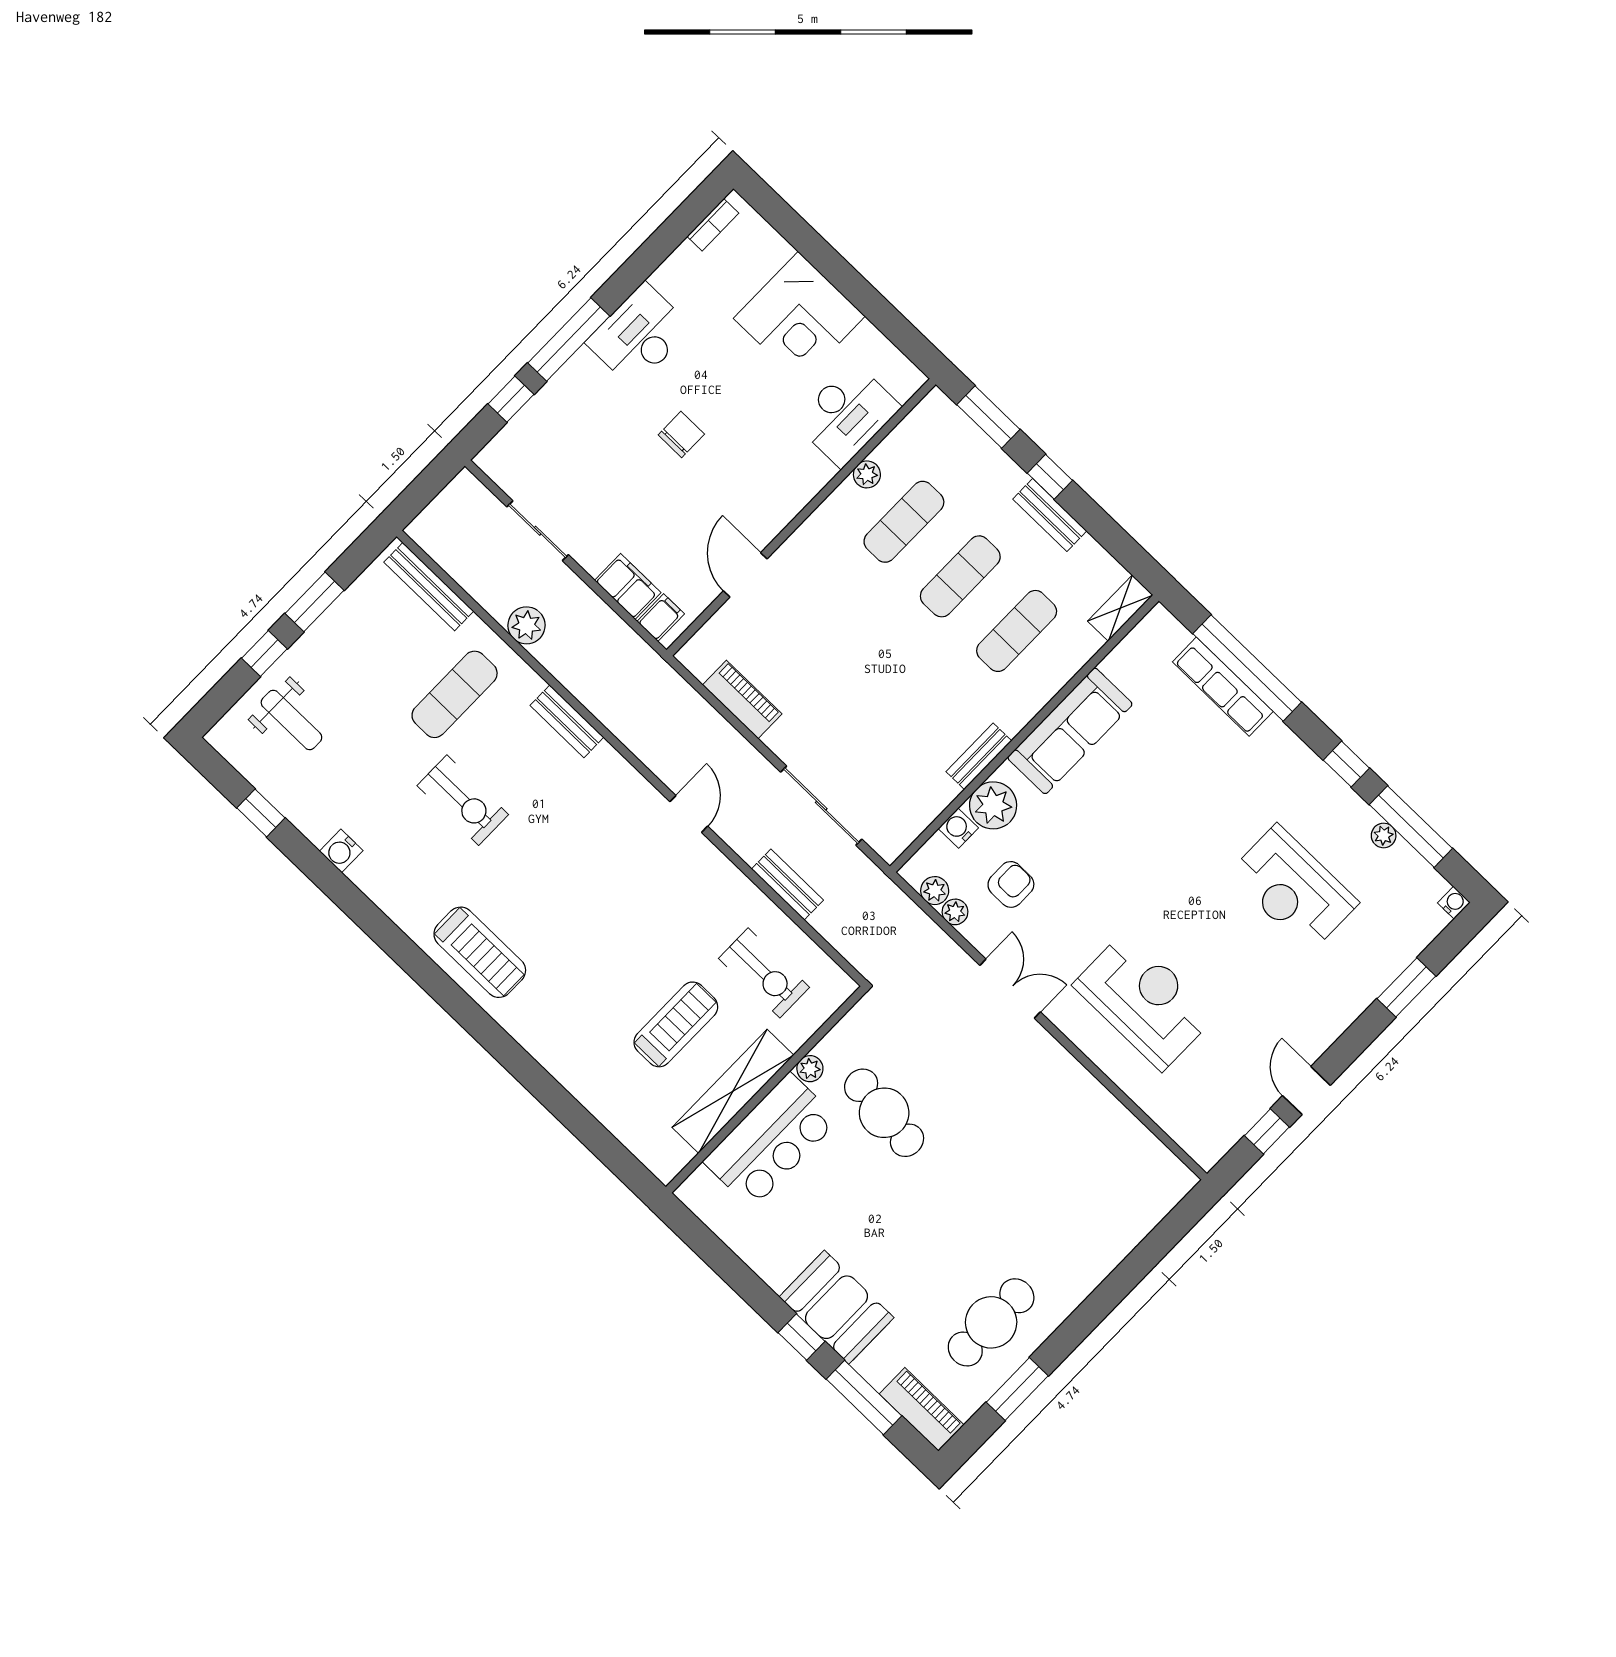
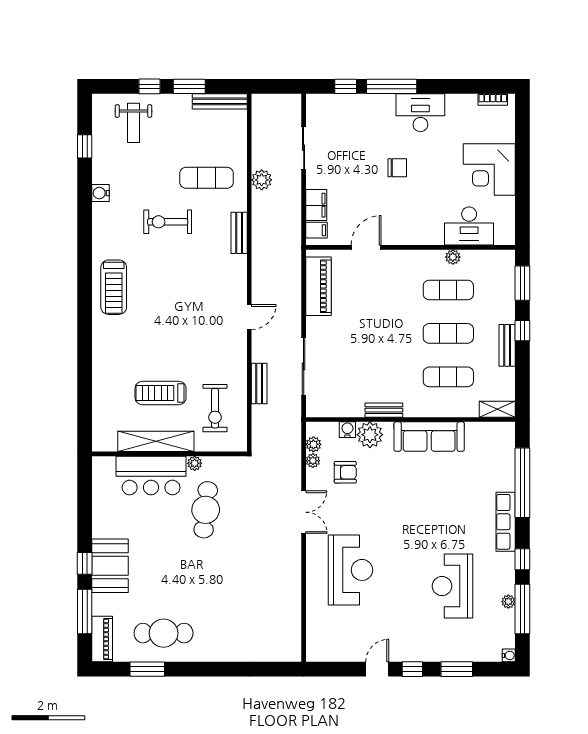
bench: (429, 587) -> (220, 101), moved, turned 90
row of seats: (1223, 687) -> (506, 522), moved
piano: (742, 699) -> (318, 286), width x1.37, depth x1.33
exercise bike: (463, 800) -> (168, 222), turned 90
treadmill: (676, 1024) -> (161, 393), turned 180
window: (1267, 1131) -> (412, 669), moved

